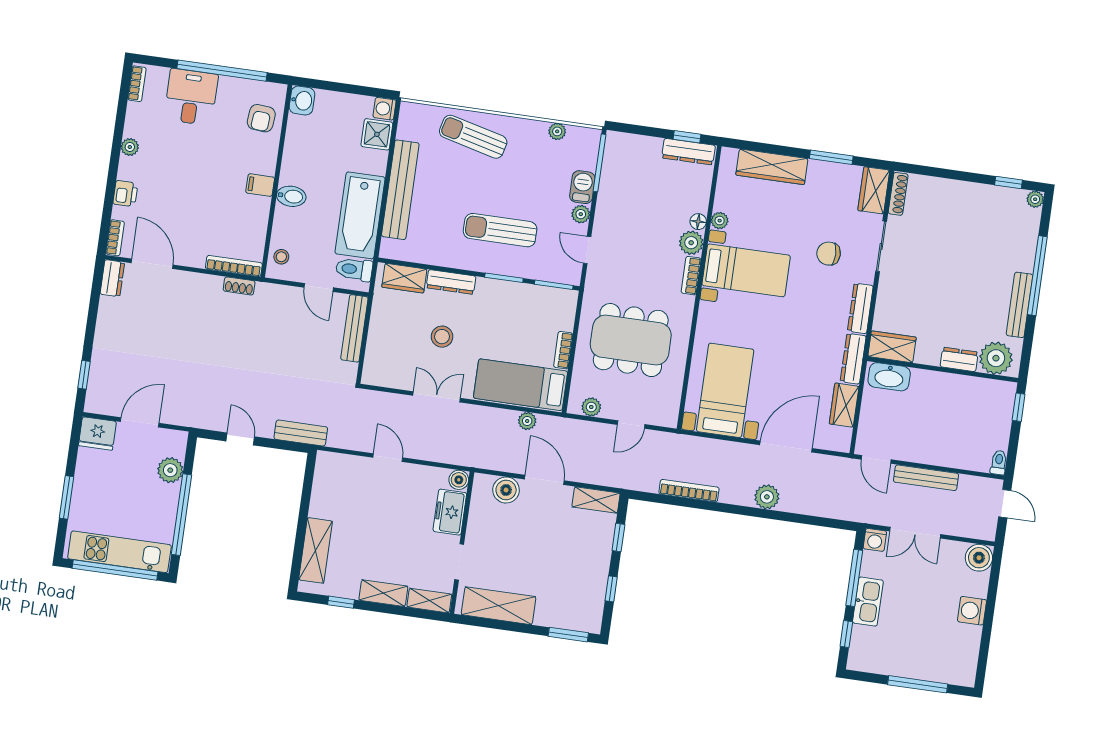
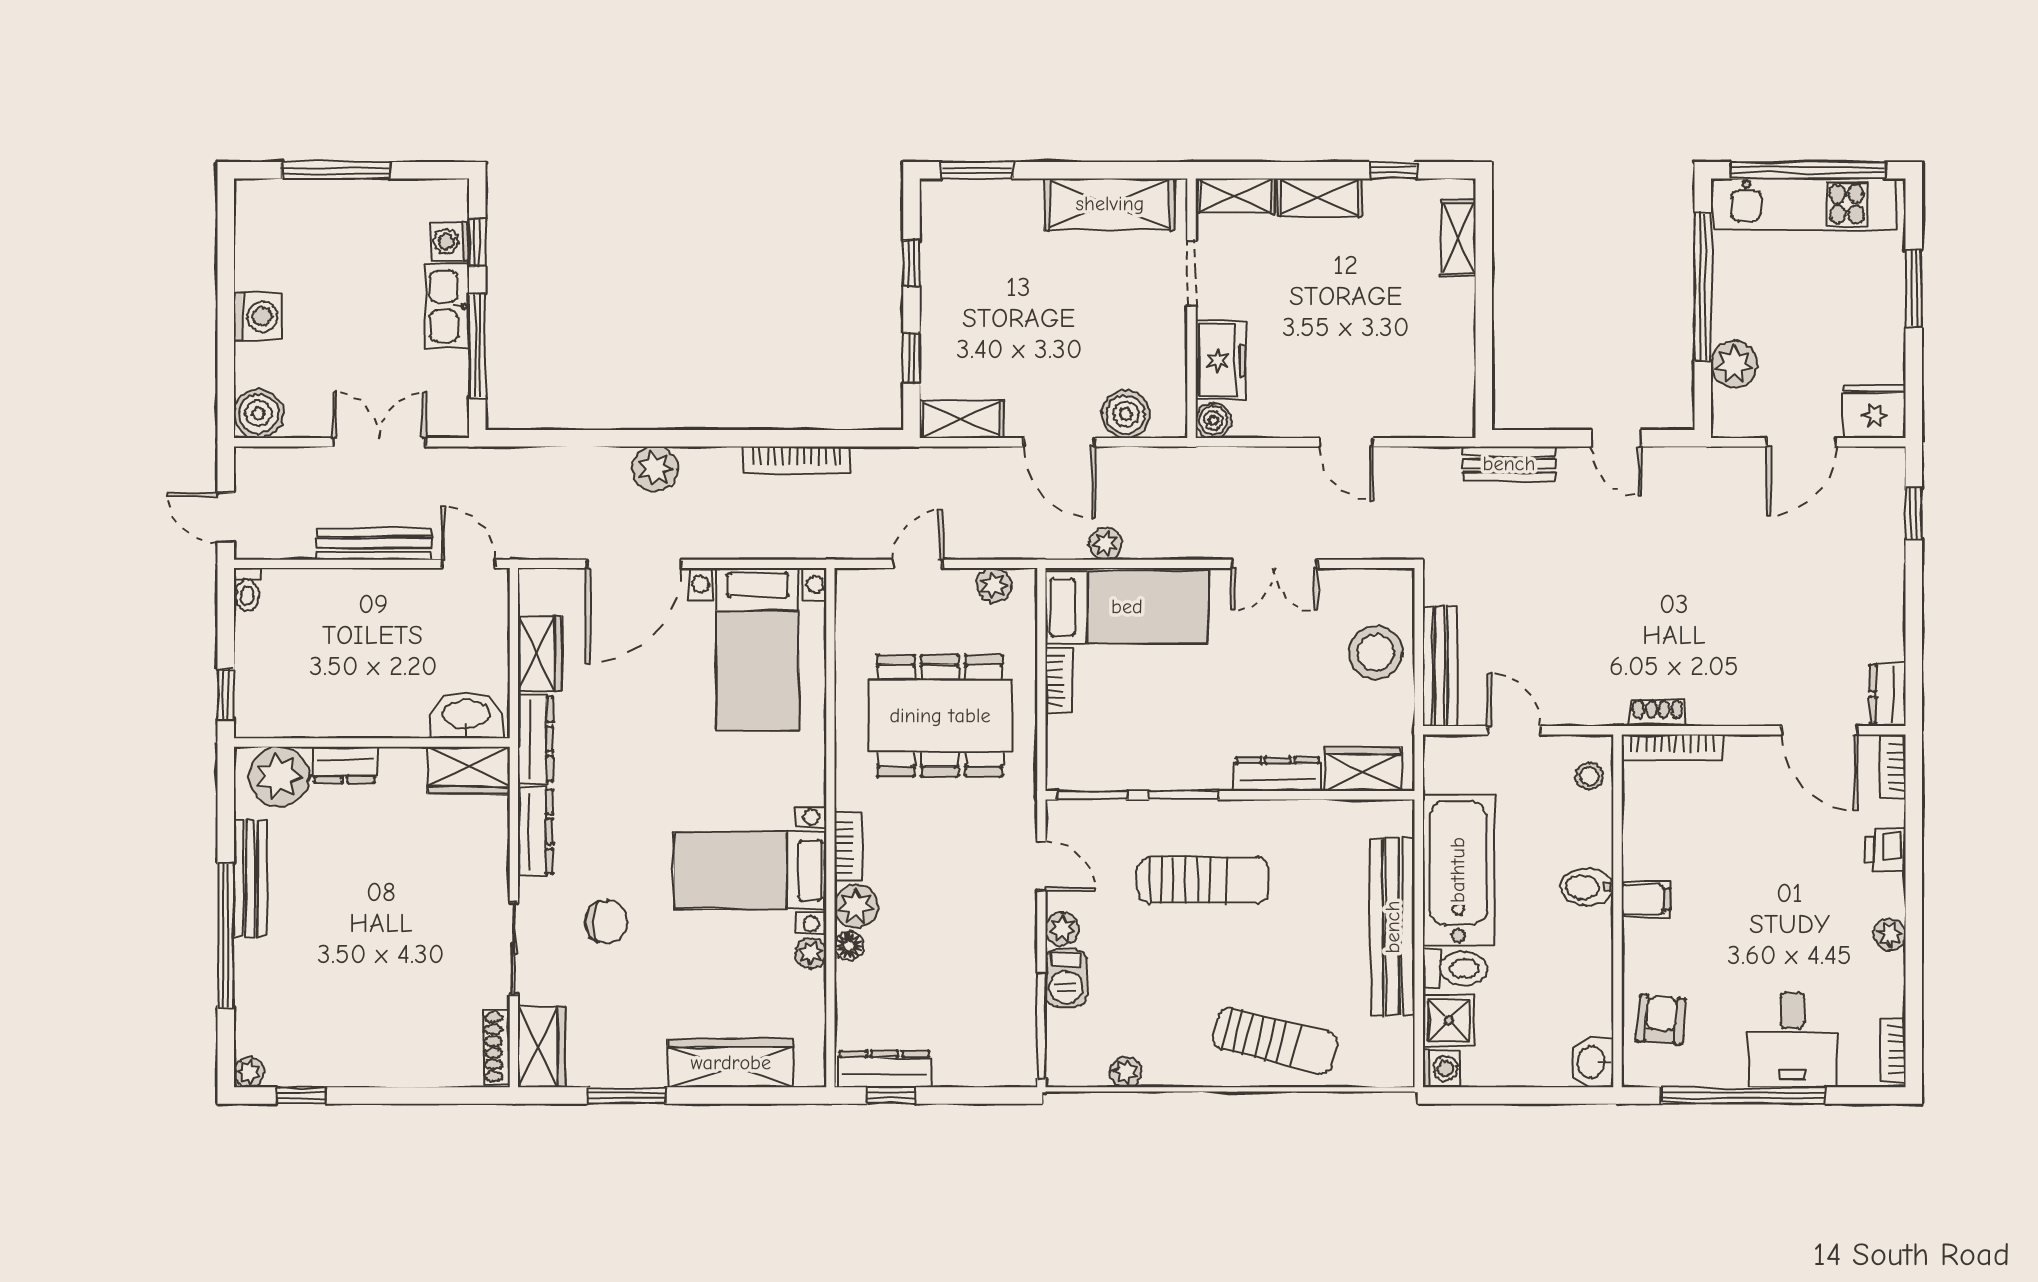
toilet: (354, 269) -> (1455, 969), moved
stool: (442, 337) -> (1376, 653), moved, width x1.38, depth x1.38
washing machine: (875, 540) -> (450, 241), moved, turned -90
shelving: (316, 550) -> (1458, 238), width x0.67, depth x0.75

